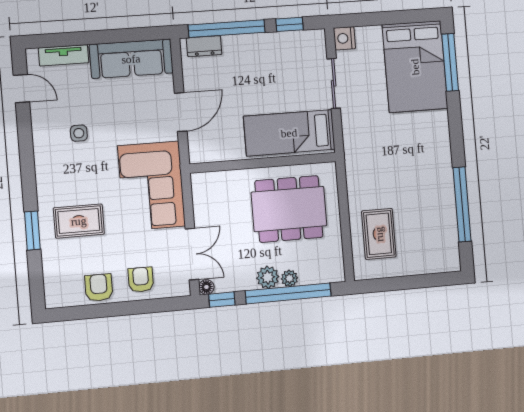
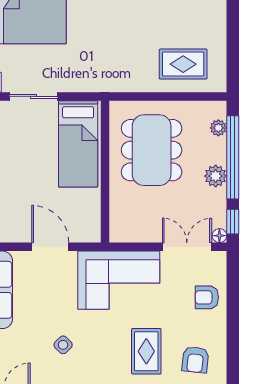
side table: (79, 133) -> (63, 345), turned 45
plant: (289, 278) -> (218, 128), moved
armchair: (99, 288) -> (195, 360), moved, turned -84

